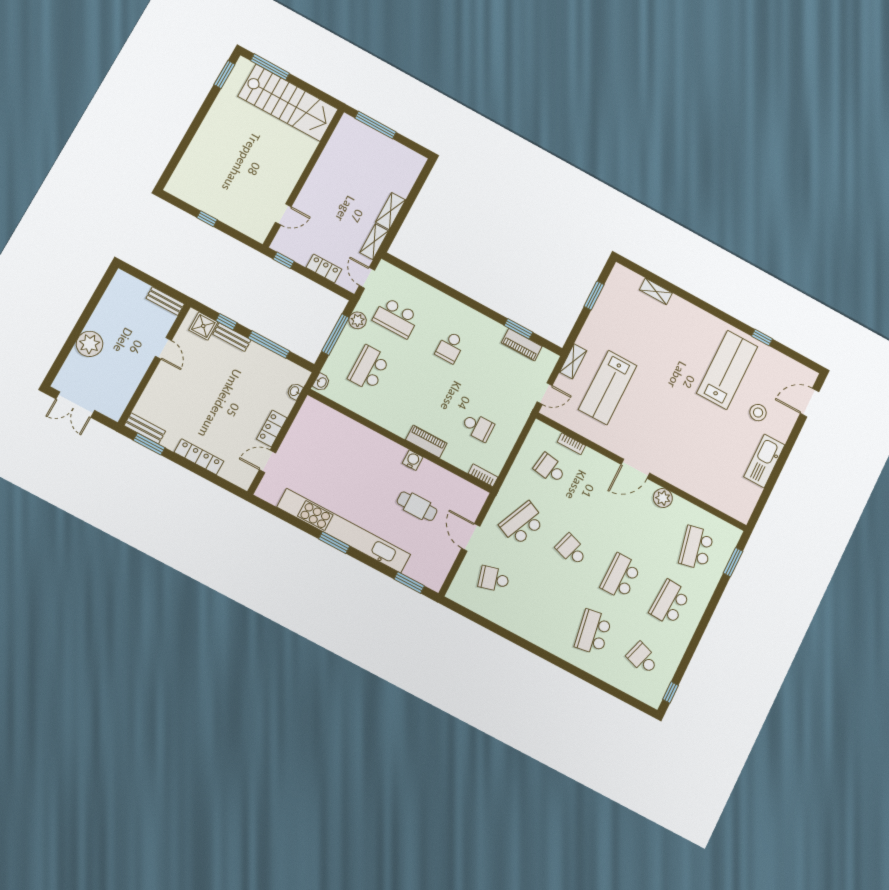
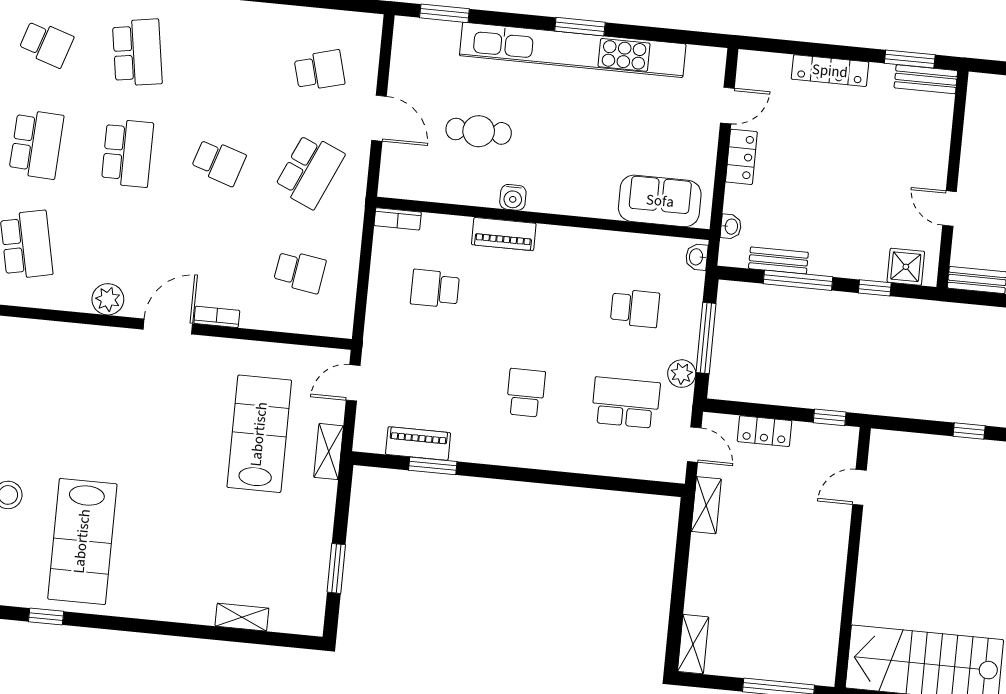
shelving: (390, 211) -> (693, 644), moved
bench: (232, 337) -> (778, 260), moved
school desk: (369, 368) -> (635, 308), width x0.54
sofa: (329, 423) -> (660, 201), added
bookcase: (571, 444) -> (217, 317), moved

